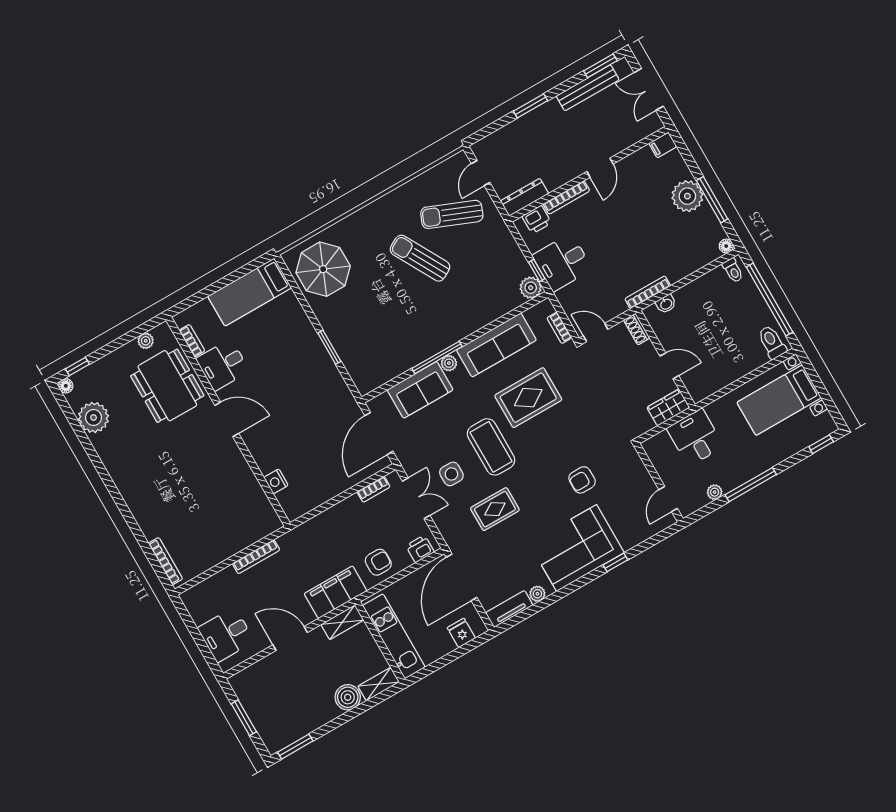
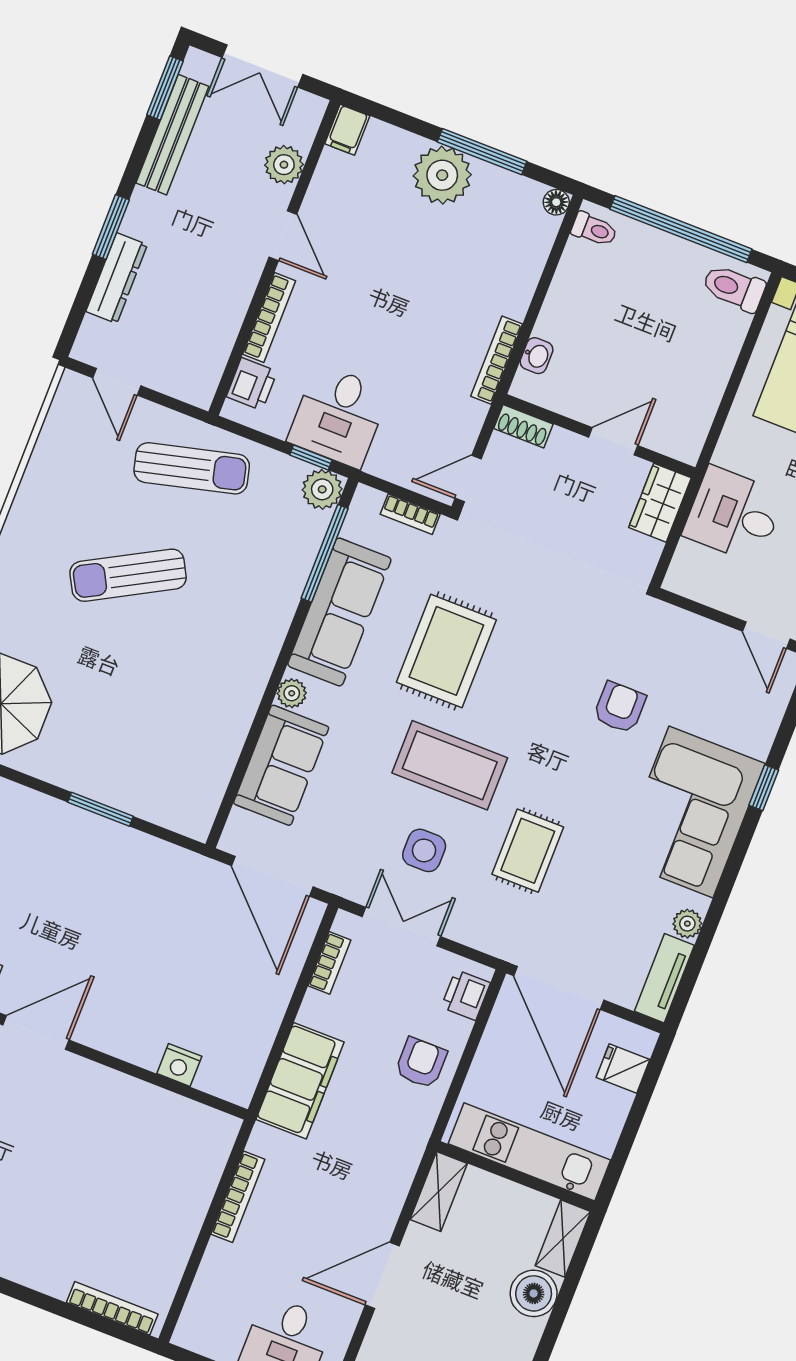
plant: (624, 138) -> (284, 165), added
dresser: (525, 197) -> (117, 278), moved, turned 180
sun lounger: (452, 214) -> (192, 468), moved, turned -126
window: (437, 357) -> (325, 553), moved
armchair: (582, 480) -> (620, 707), turned 180
filing cabinet: (336, 592) -> (300, 1081), moved, turned 180

